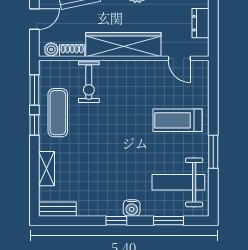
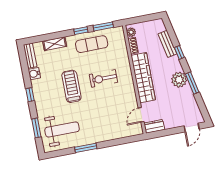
door: (34, 19) -> (148, 18), removed
dresser: (201, 23) -> (154, 126), moved
exercise bike: (89, 82) -> (103, 78), moved
treadmill: (177, 120) -> (71, 86), moved
weight bench: (178, 182) -> (62, 130), turned 90
water cooler: (132, 208) -> (34, 74), moved

